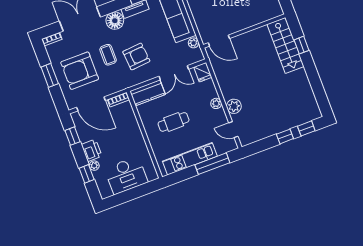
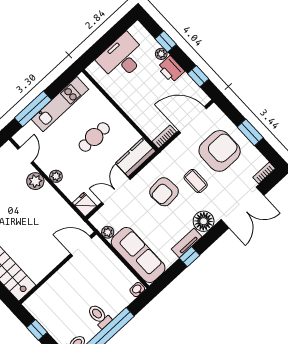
door: (233, 130) -> (25, 155), hinge flipped

